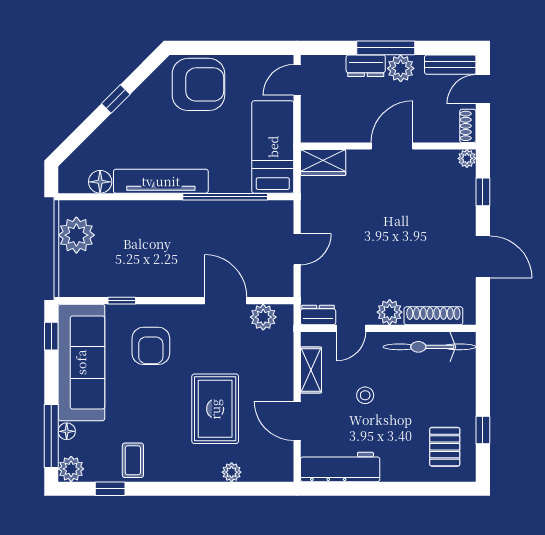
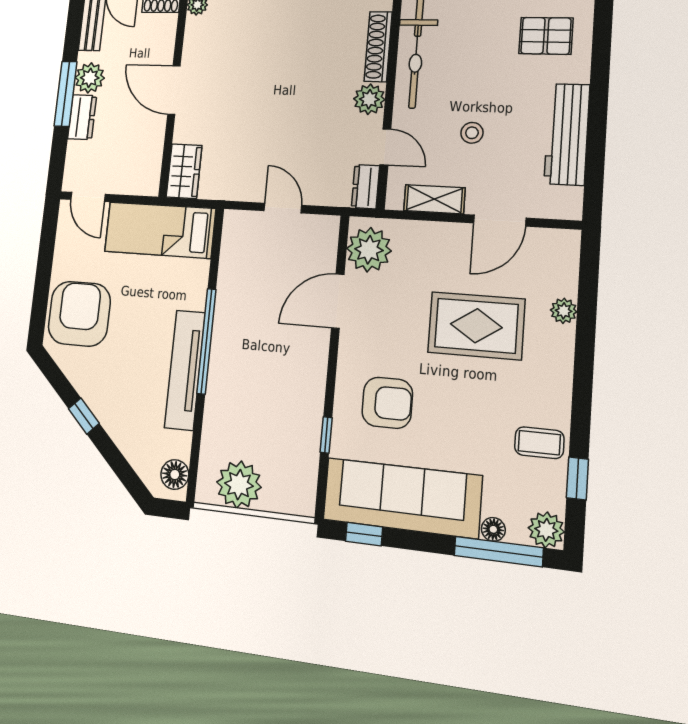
floor lamp: (100, 182) -> (175, 474), moved
window: (225, 197) -> (206, 341), moved
plant: (263, 317) -> (369, 250), width x1.36, depth x1.36
workbench: (340, 467) -> (567, 134), moved

